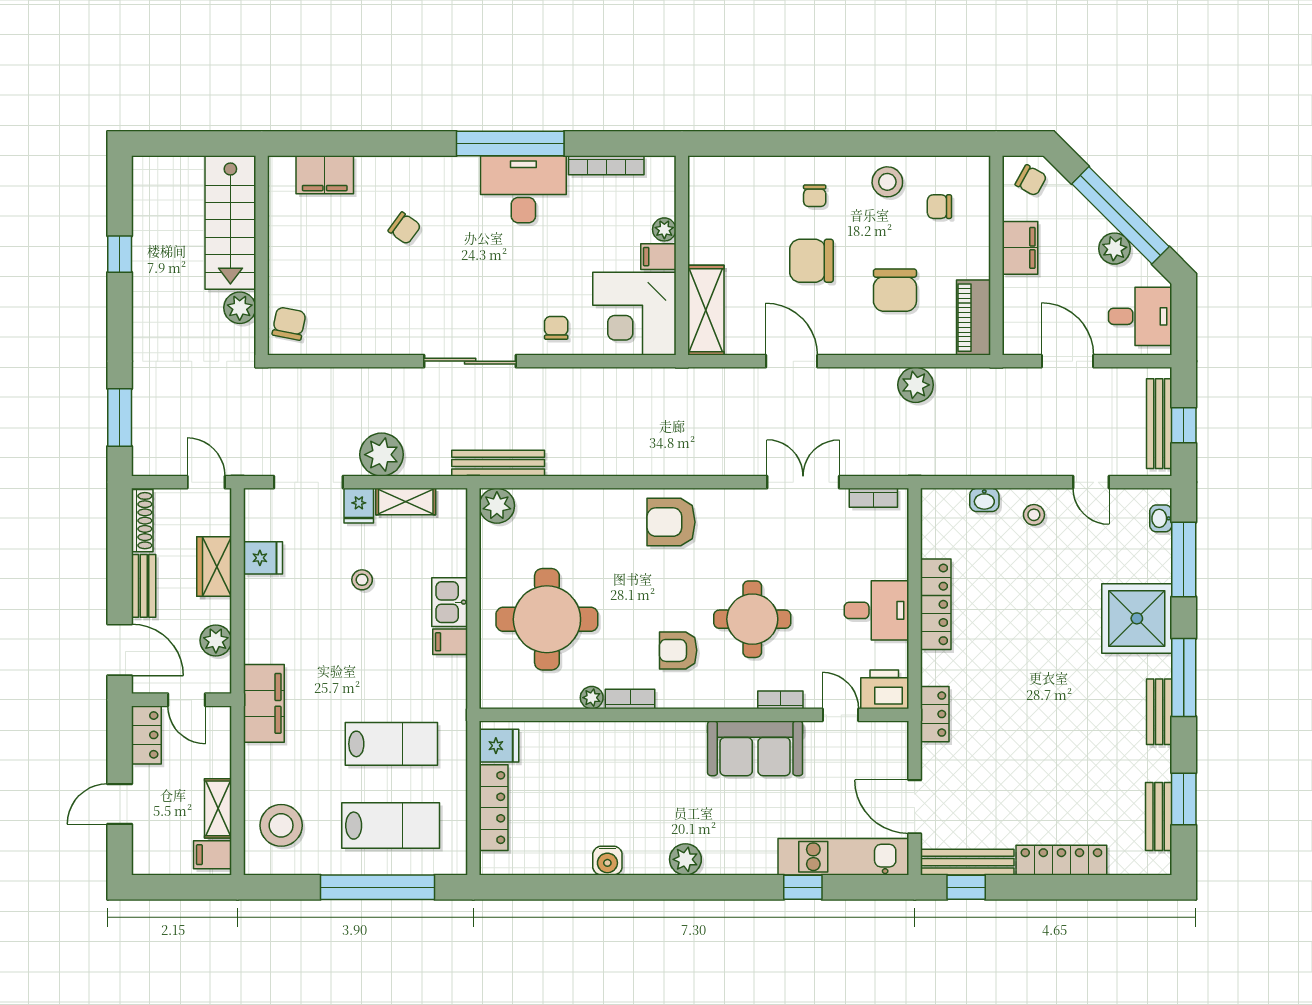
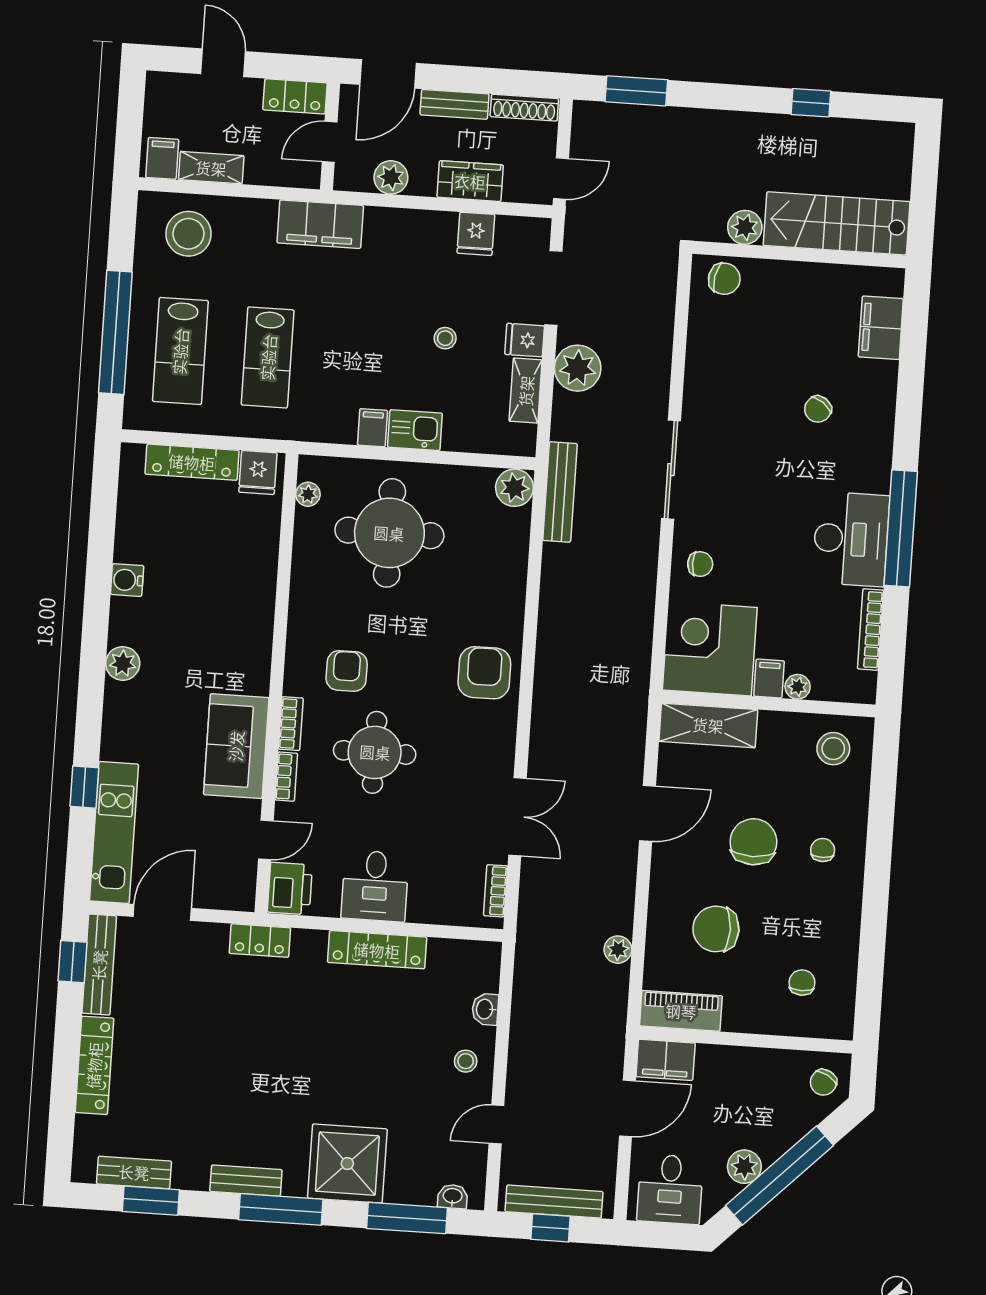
stool: (887, 182) -> (833, 749), moved
chair: (815, 196) -> (823, 850), turned 90
filing cabinet: (1020, 248) -> (666, 1060), moved
plant: (916, 385) -> (618, 950), width x0.73, depth x0.73
plant: (592, 698) -> (308, 494), moved
bookcase: (630, 699) -> (291, 724), moved

